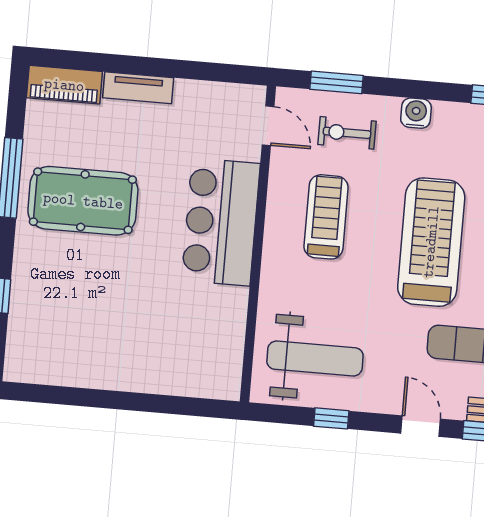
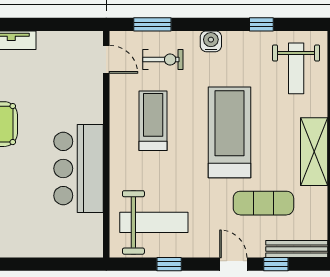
exercise bike: (347, 133) -> (163, 60), turned 180
bar counter: (221, 222) -> (78, 168), moved

